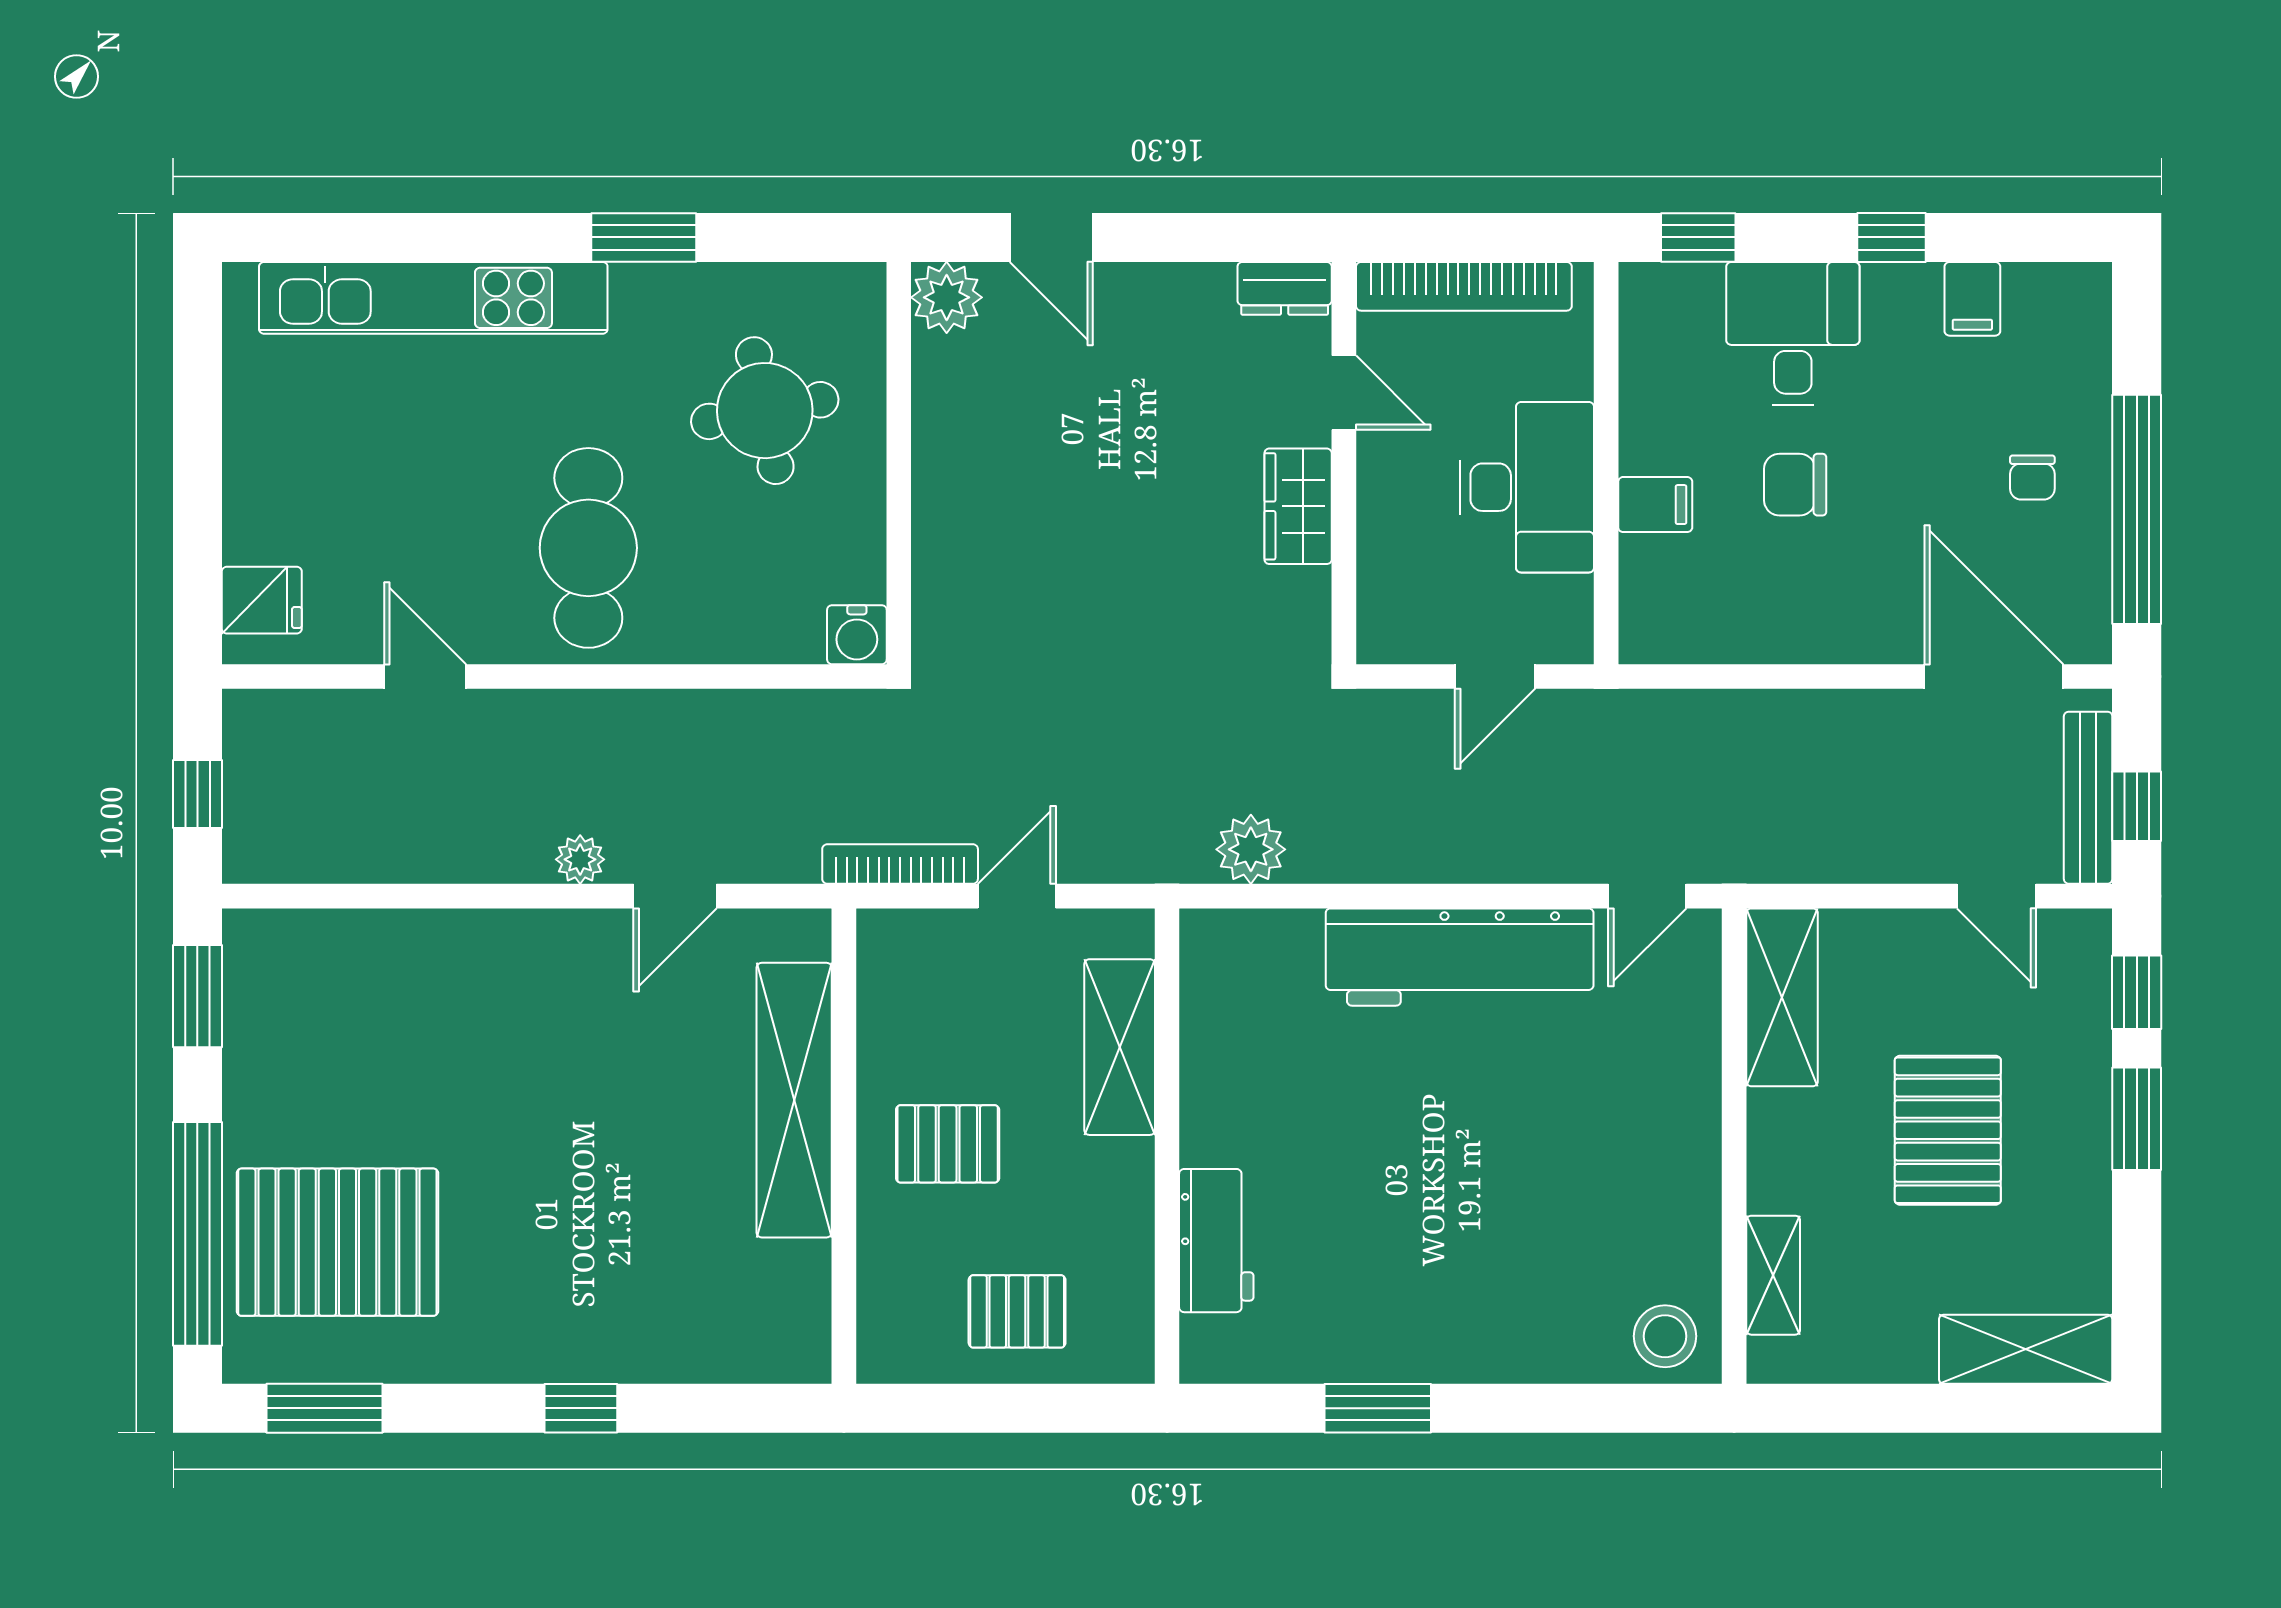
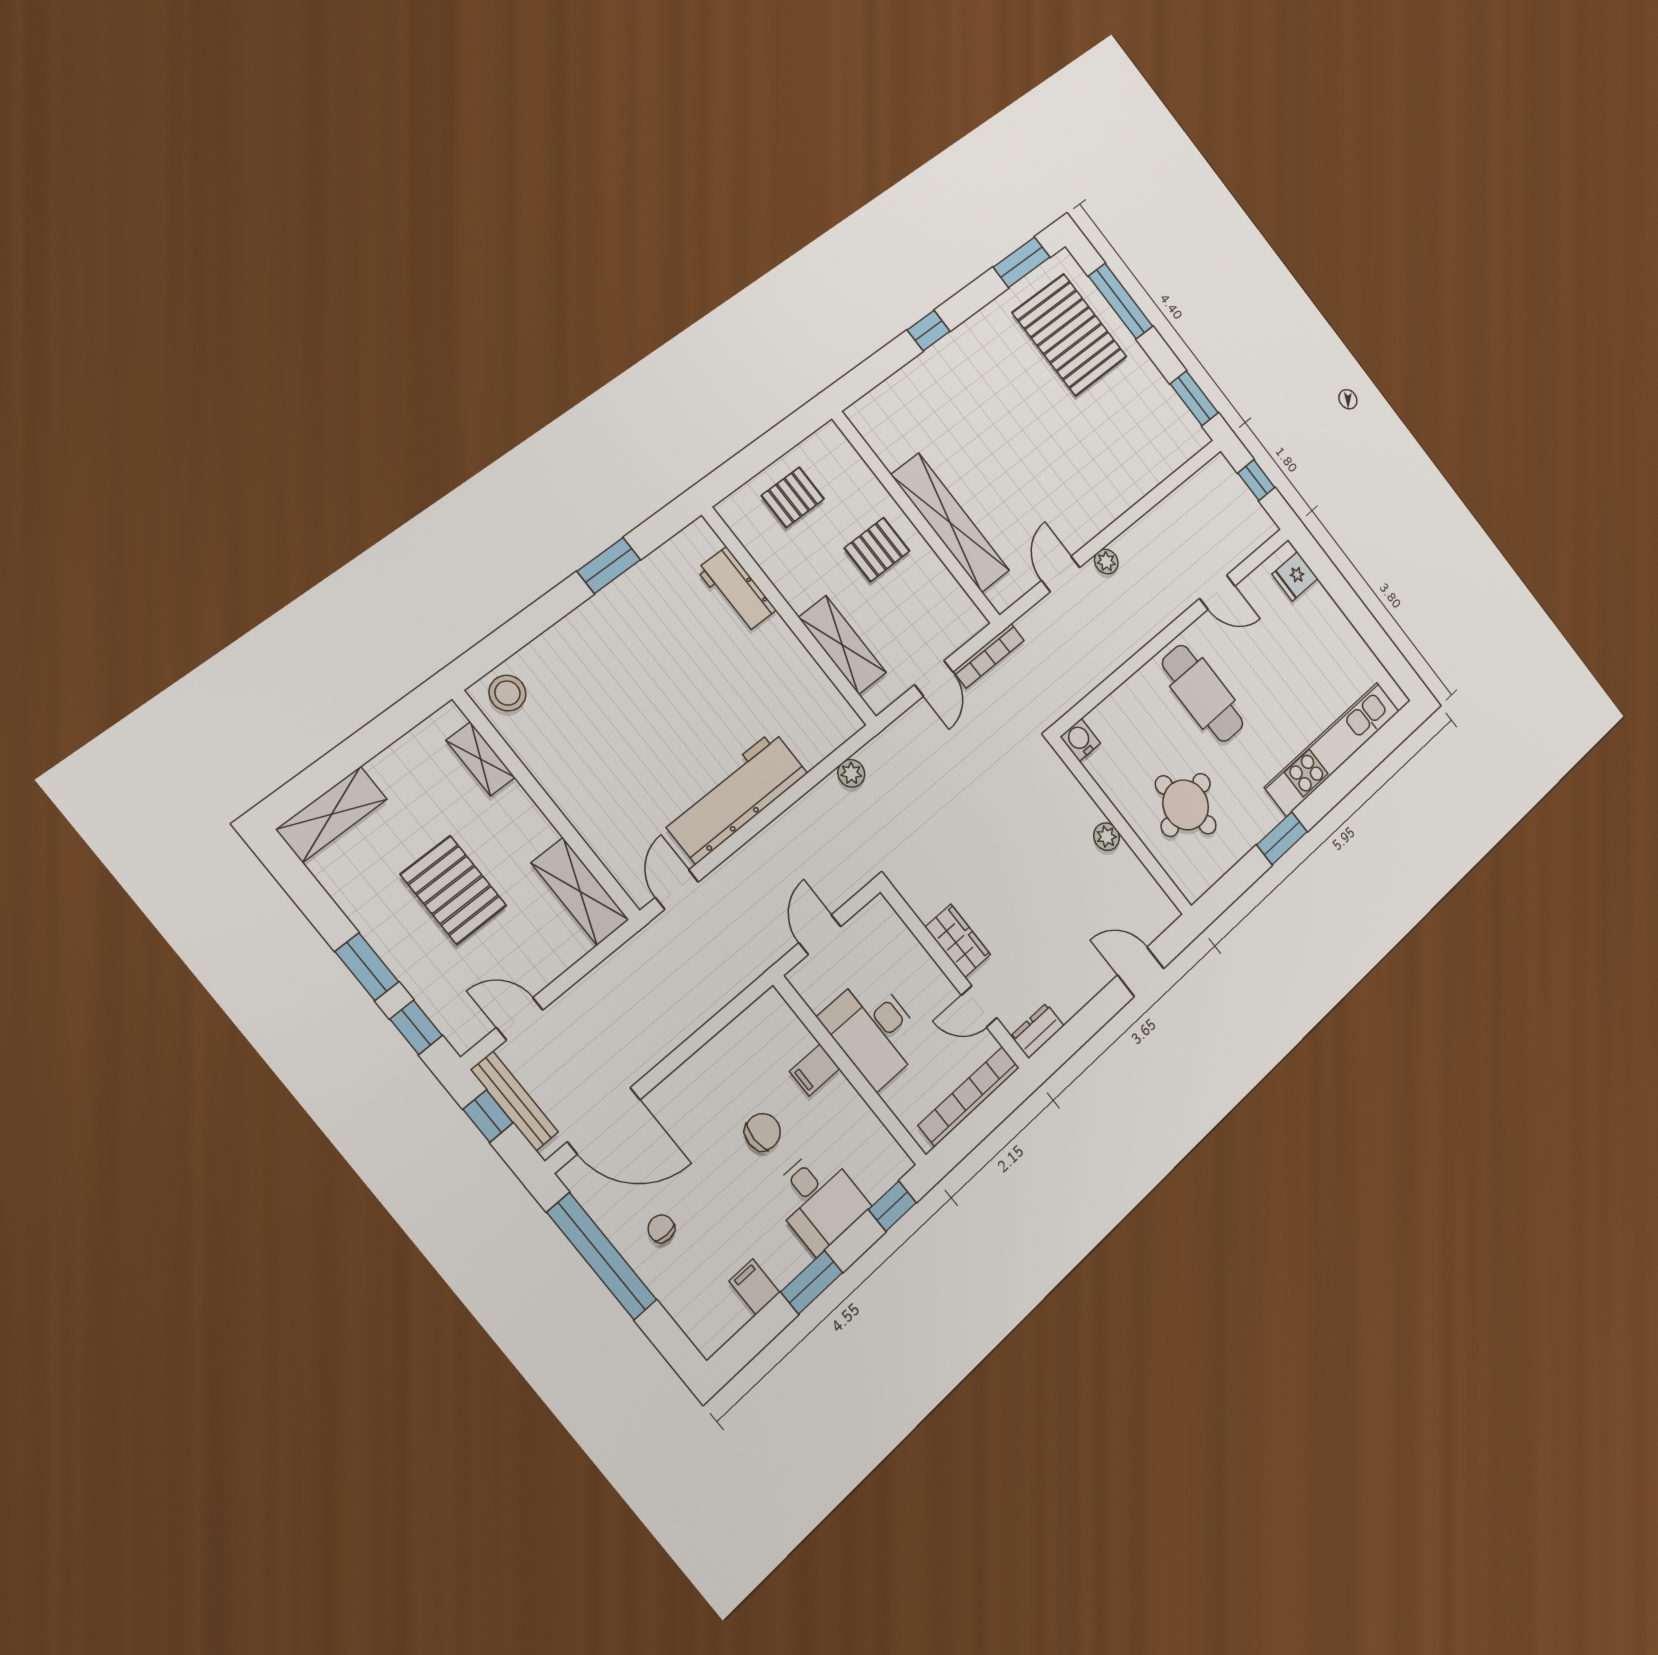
window: (1892, 237) -> (812, 1282), width x1.50
plant: (947, 297) -> (1107, 837), moved, width x0.73, depth x0.73
plant: (1251, 849) -> (851, 773), width x0.73, depth x0.73
window: (197, 1234) -> (1121, 301), width x0.68
pallet: (337, 1242) -> (1070, 335), turned 90

